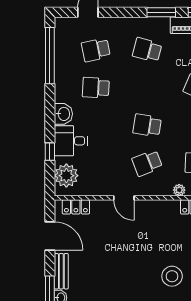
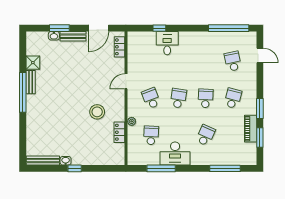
school desk: (96, 88) -> (206, 98), moved
washbasin: (63, 114) -> (187, 38), removed
plant: (66, 176) -> (142, 40), removed
stool: (172, 276) -> (97, 112), moved

